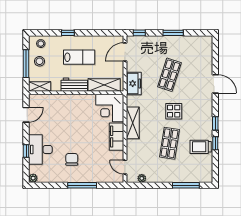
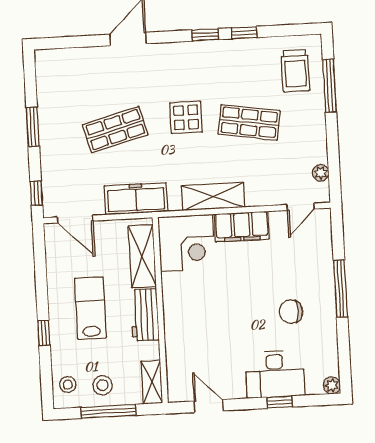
shop shelf: (169, 75) -> (115, 130), turned -33
freezer: (134, 83) -> (136, 199), width x1.40
trolley: (201, 147) -> (295, 71), moved

